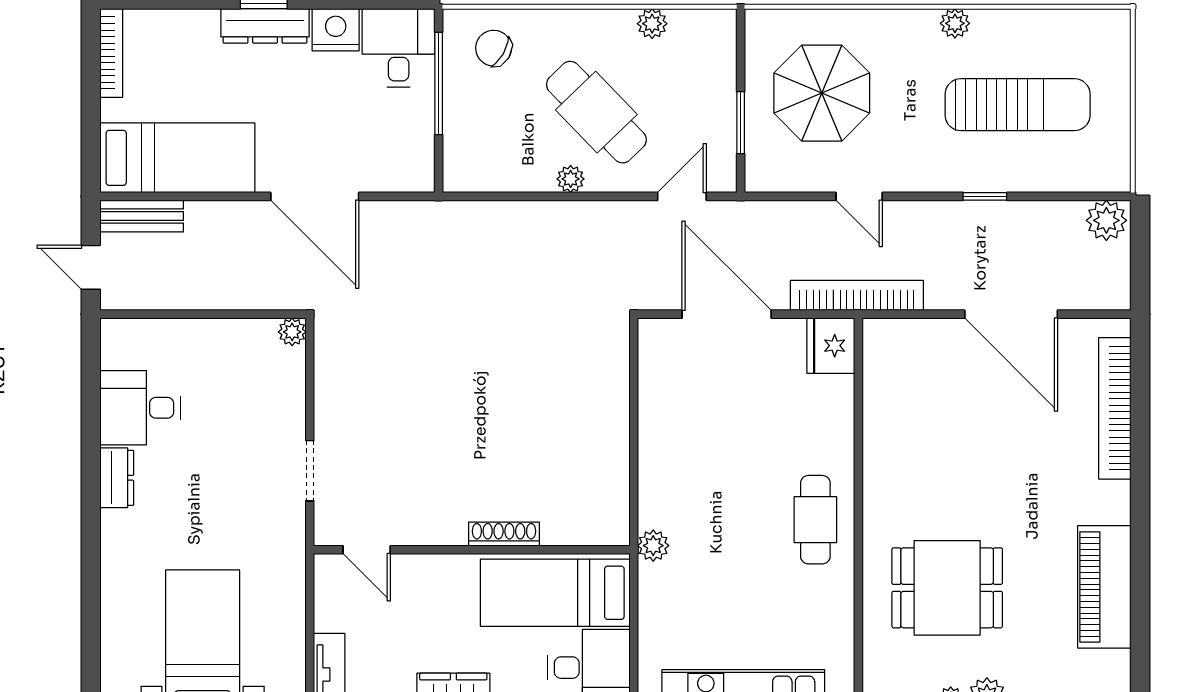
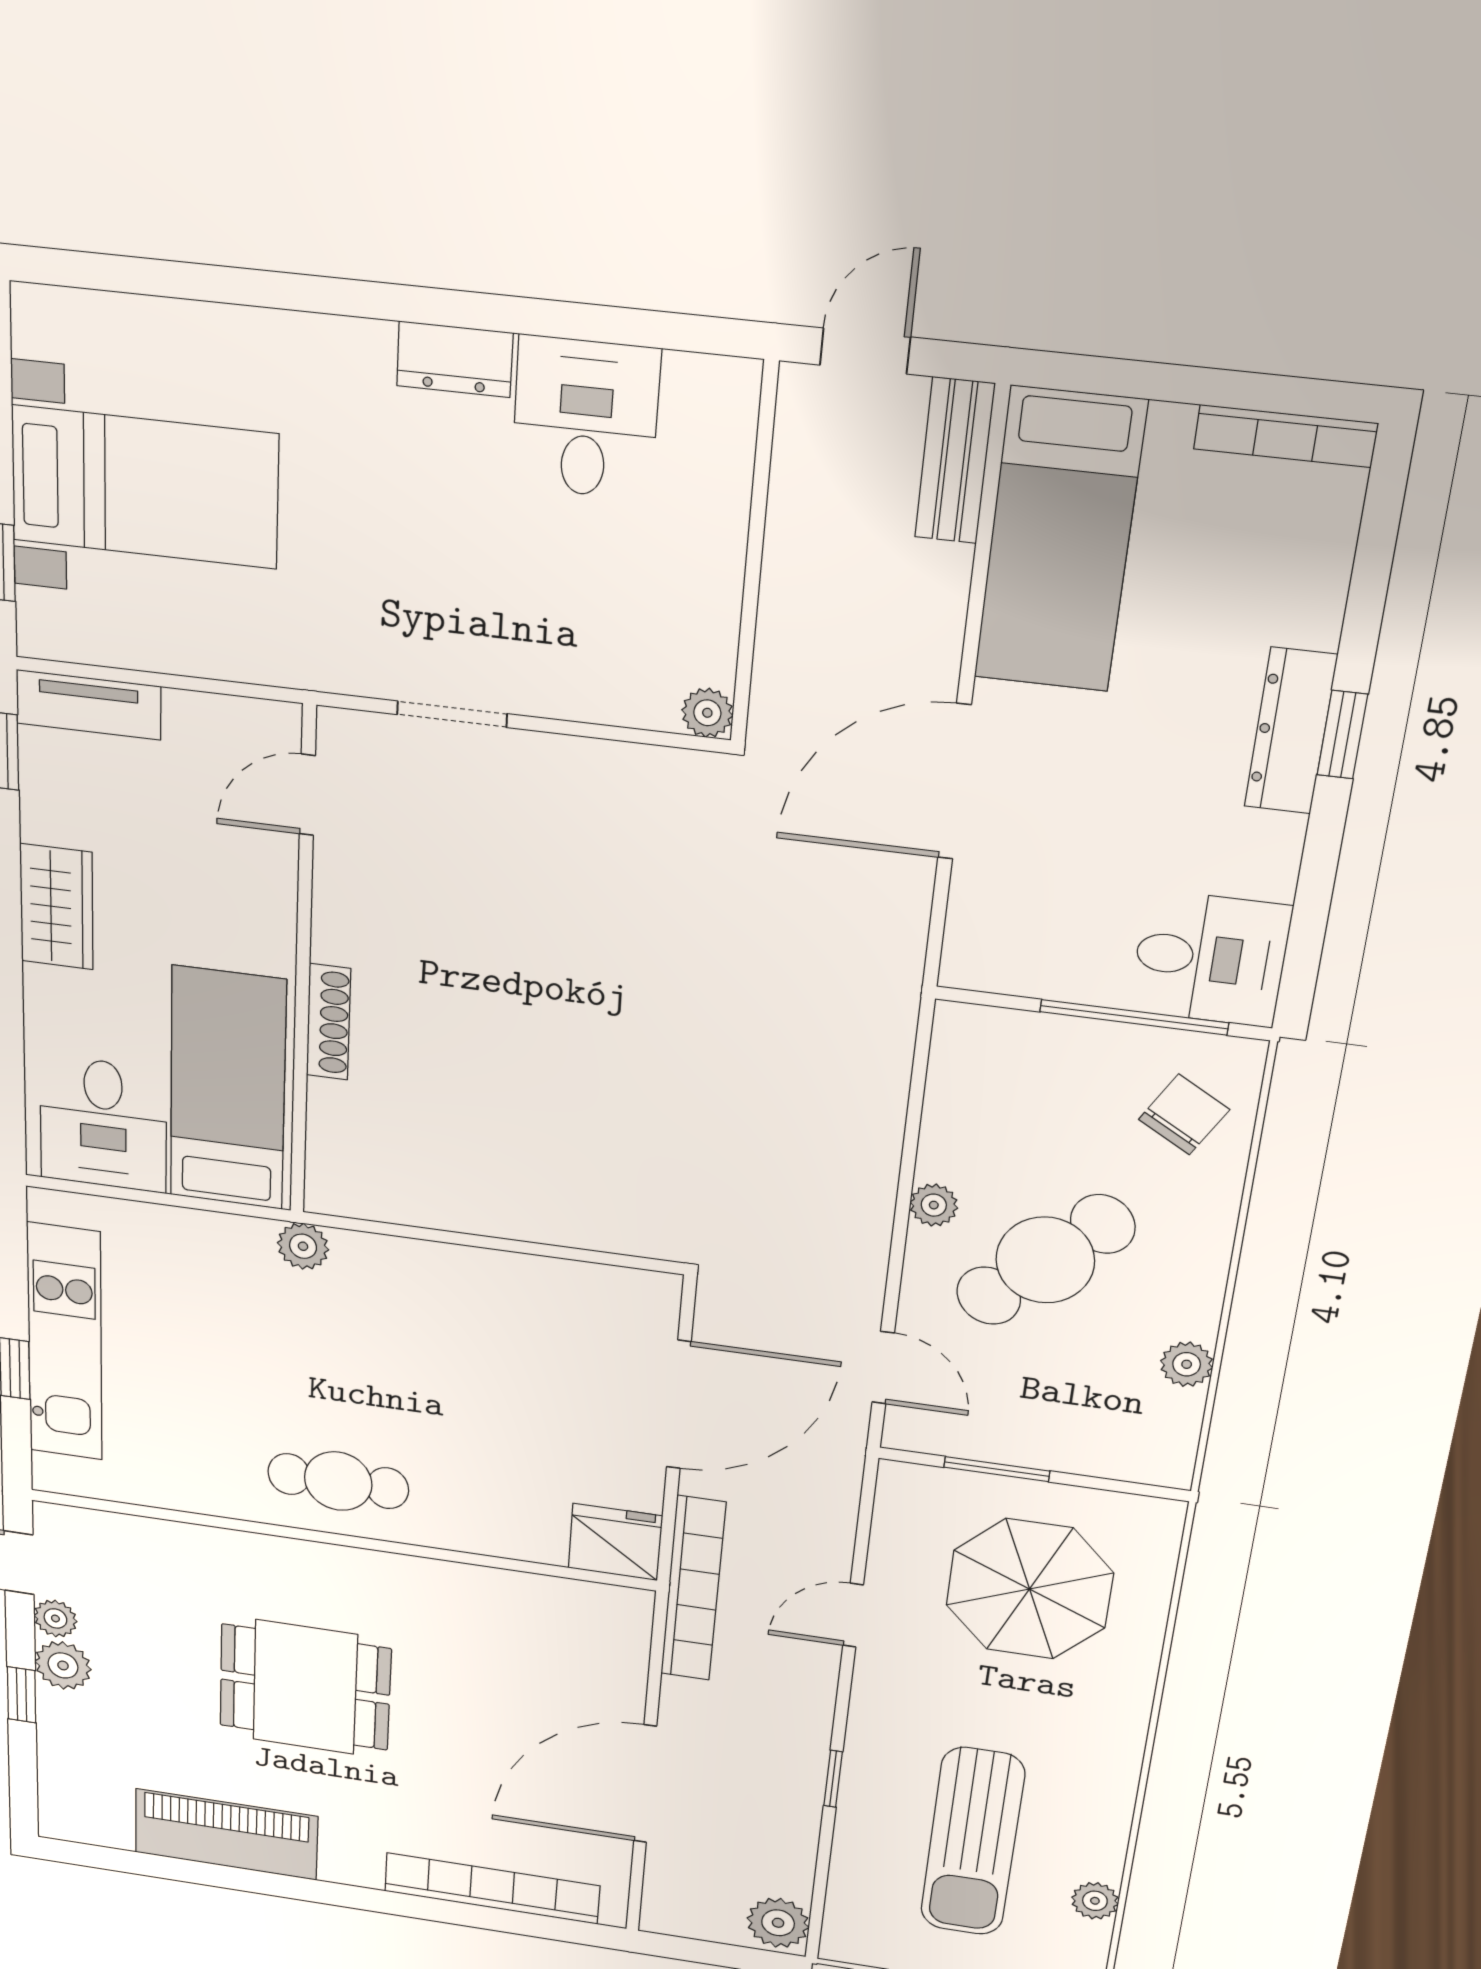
plant: (955, 23) -> (1095, 1901), moved
nightstand: (336, 30) -> (1262, 855), removed
dining table: (947, 588) -> (305, 1687), moved, turned 90

